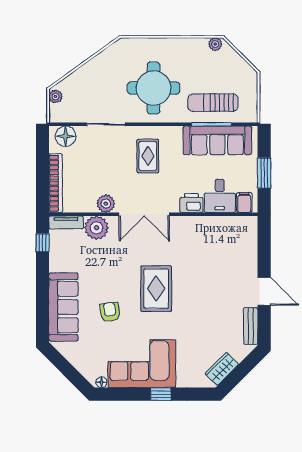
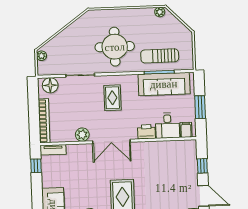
plant: (96, 228) -> (76, 153), removed
window: (264, 251) -> (202, 166), added

